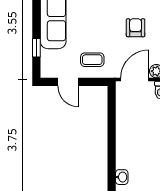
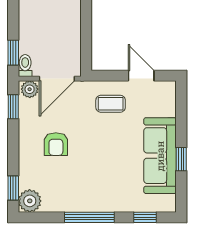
window: (36, 48) -> (181, 159), moved

